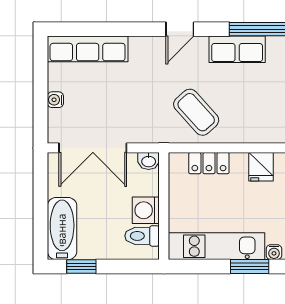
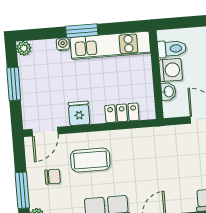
coffee table: (196, 112) -> (90, 160), moved, turned -48
washbasin: (149, 161) -> (168, 92), moved, turned 90

